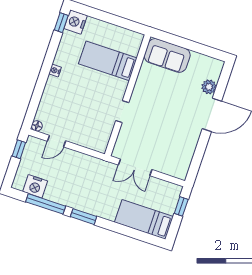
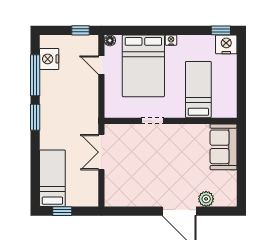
bed: (70, 103) -> (143, 66), added
window: (181, 206) -> (62, 211), moved

